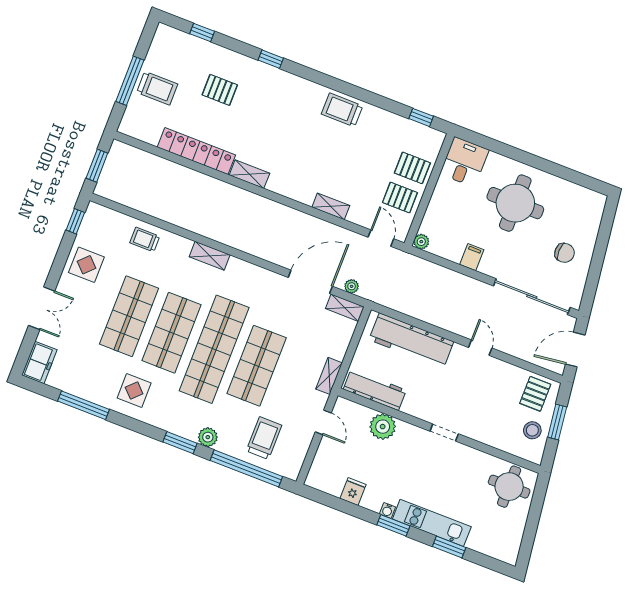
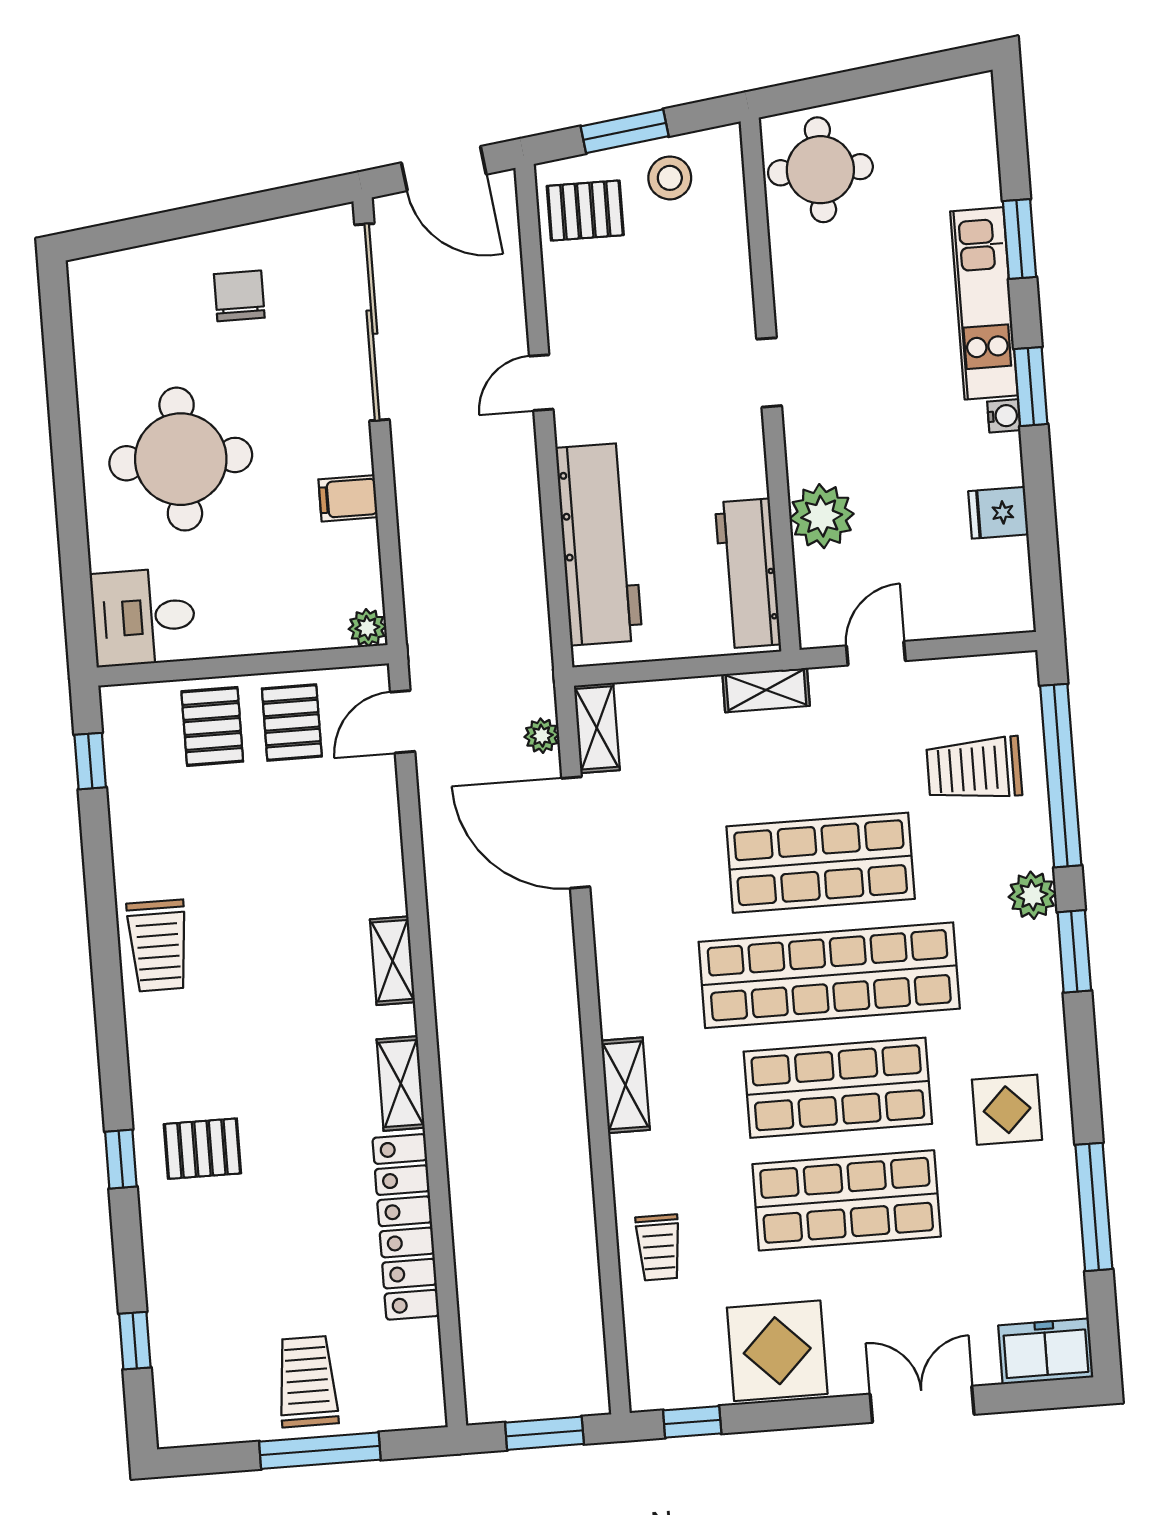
pallet: (220, 90) -> (202, 1149), moved, turned 90
shelving: (331, 206) -> (393, 961), moved
display table: (86, 265) -> (777, 1351), width x1.36, depth x1.36

